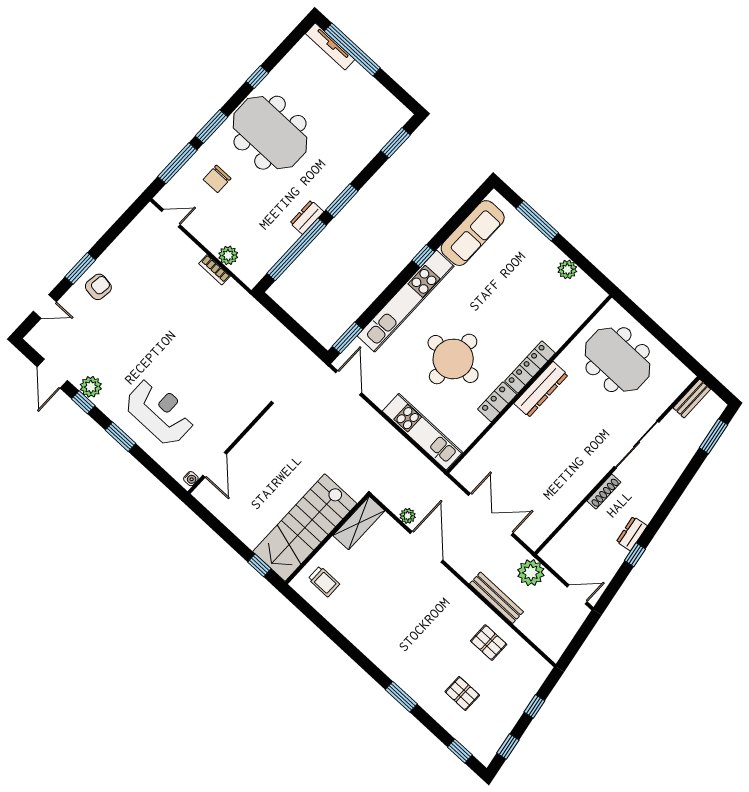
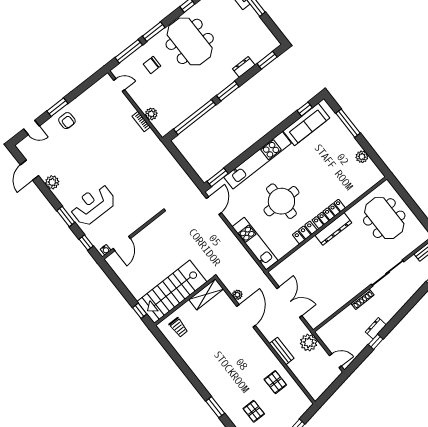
dresser: (307, 217) -> (244, 67), moved
window: (423, 256) -> (305, 109), moved
armchair: (98, 287) -> (67, 121), turned 82
window: (83, 402) -> (86, 243), moved
reception desk: (160, 412) -> (93, 205), turned -90
bench: (497, 598) -> (282, 351), width x0.73

